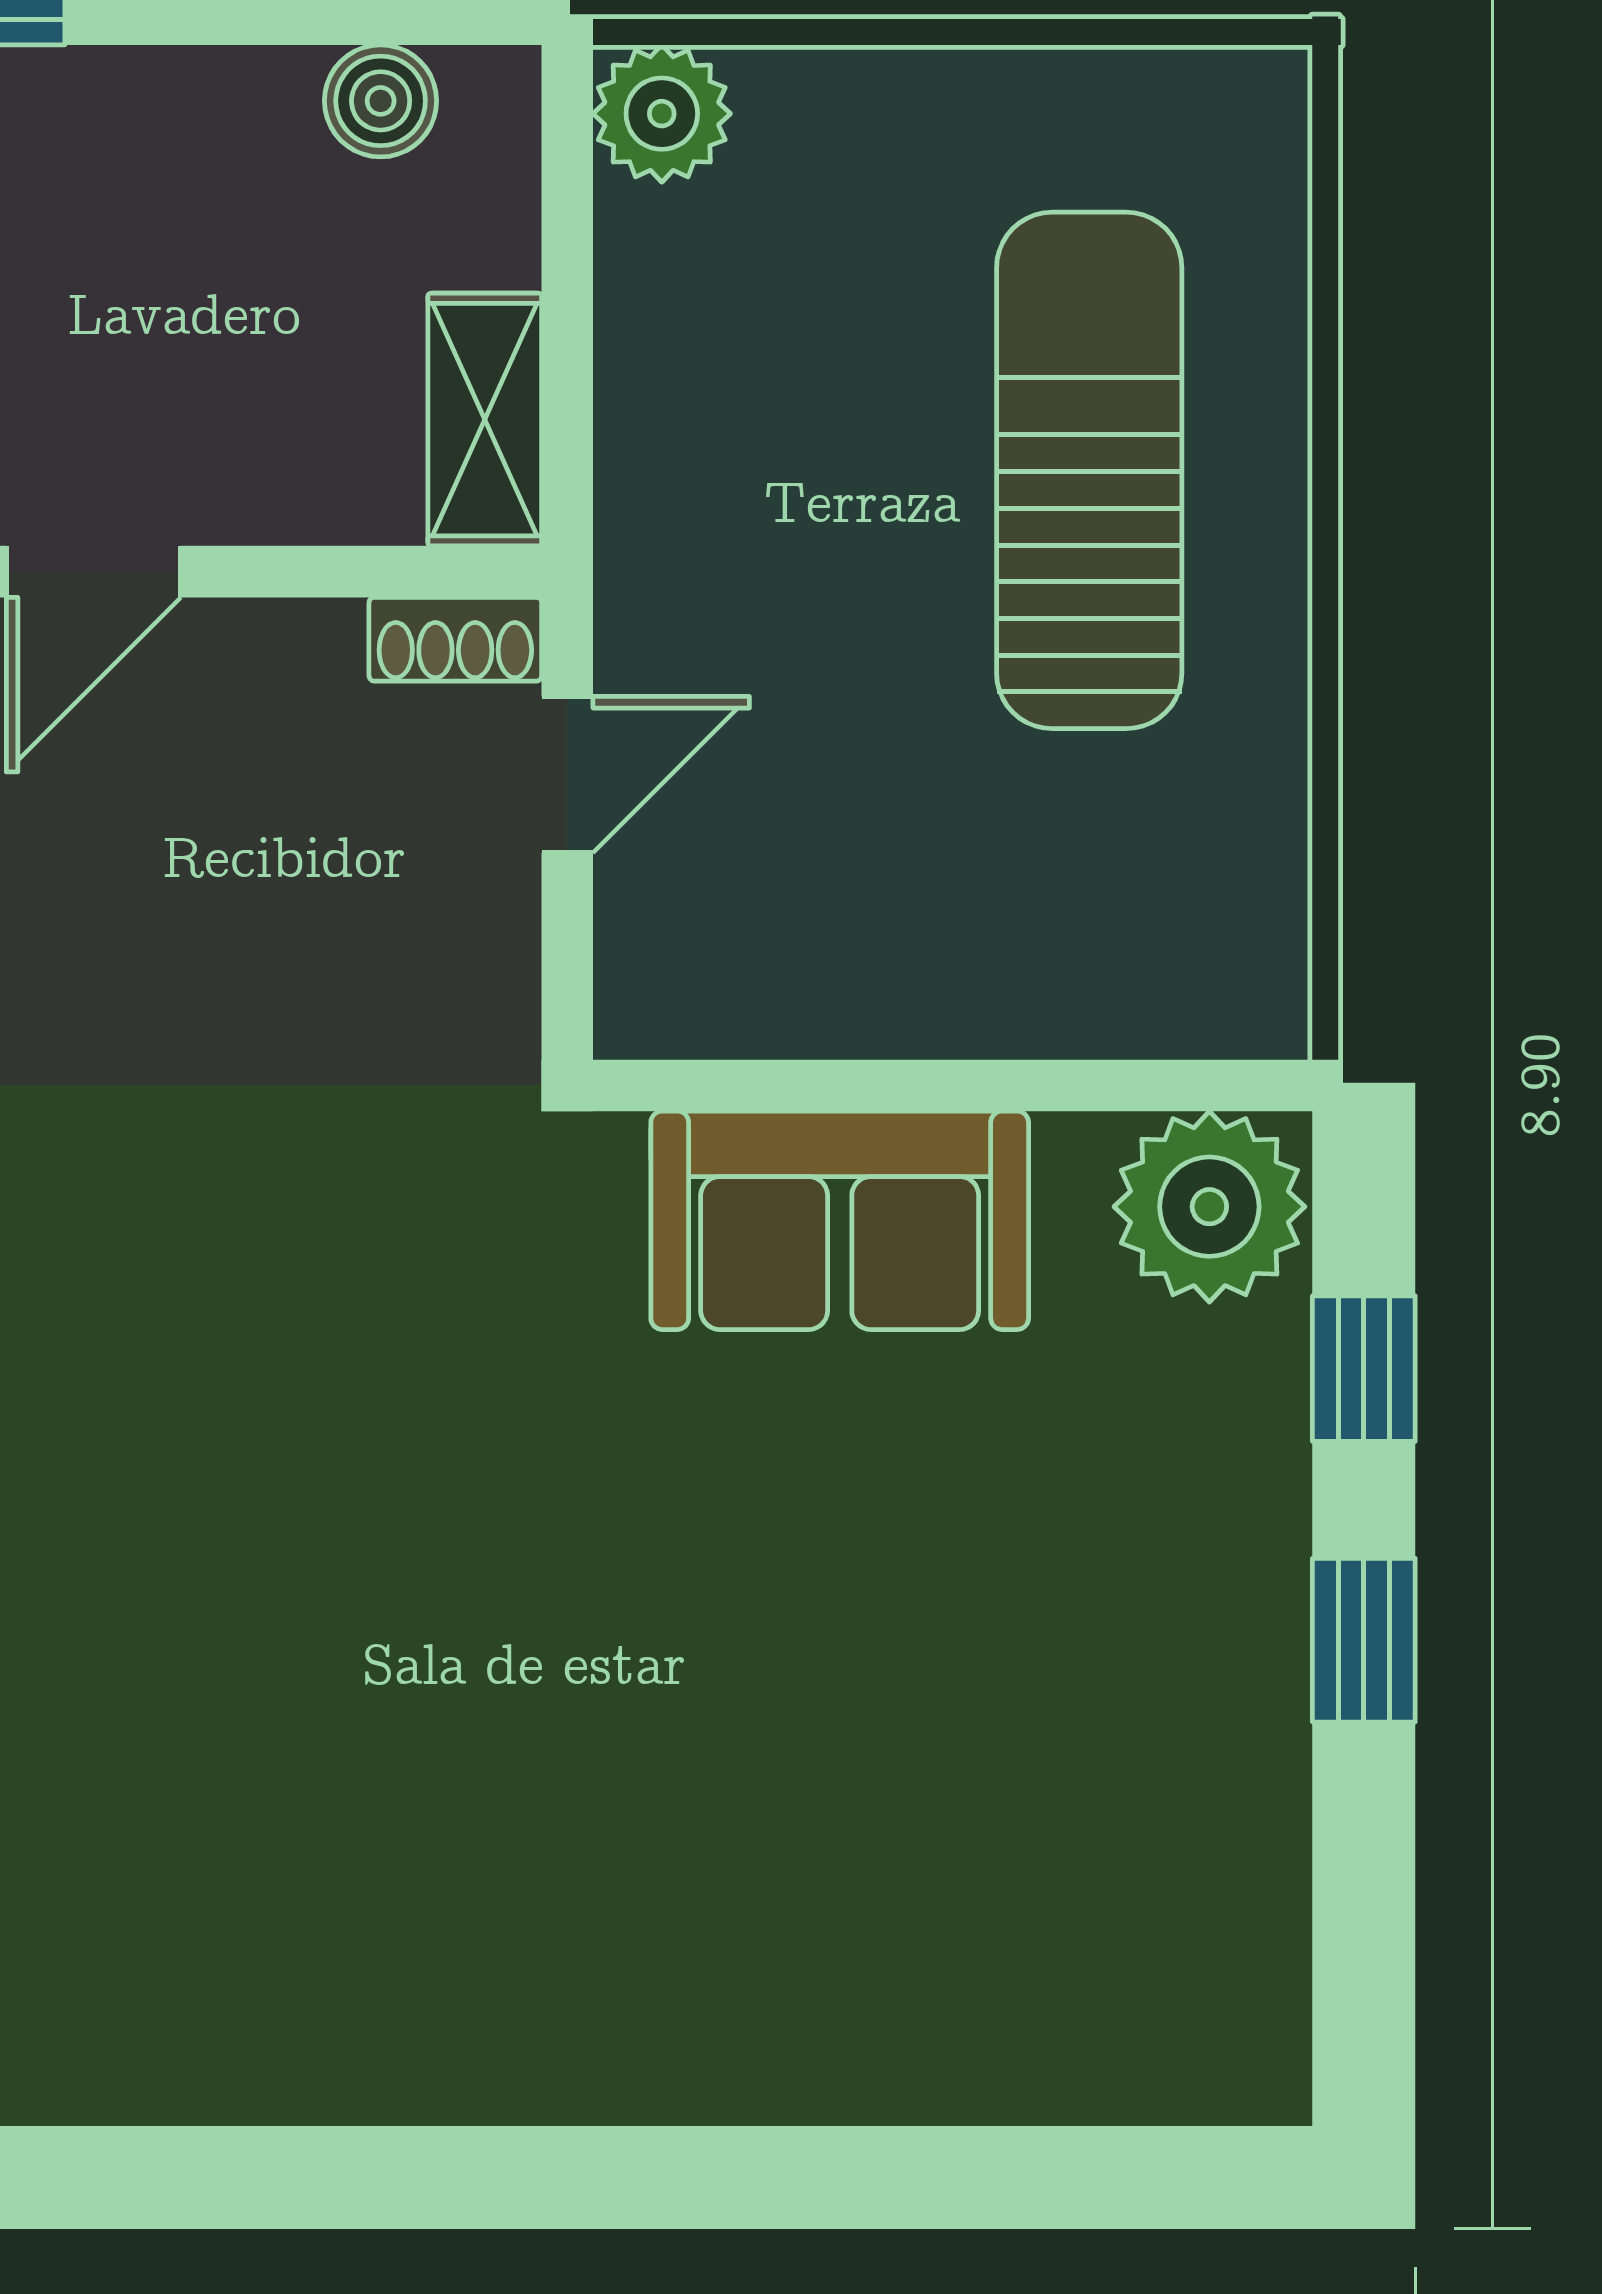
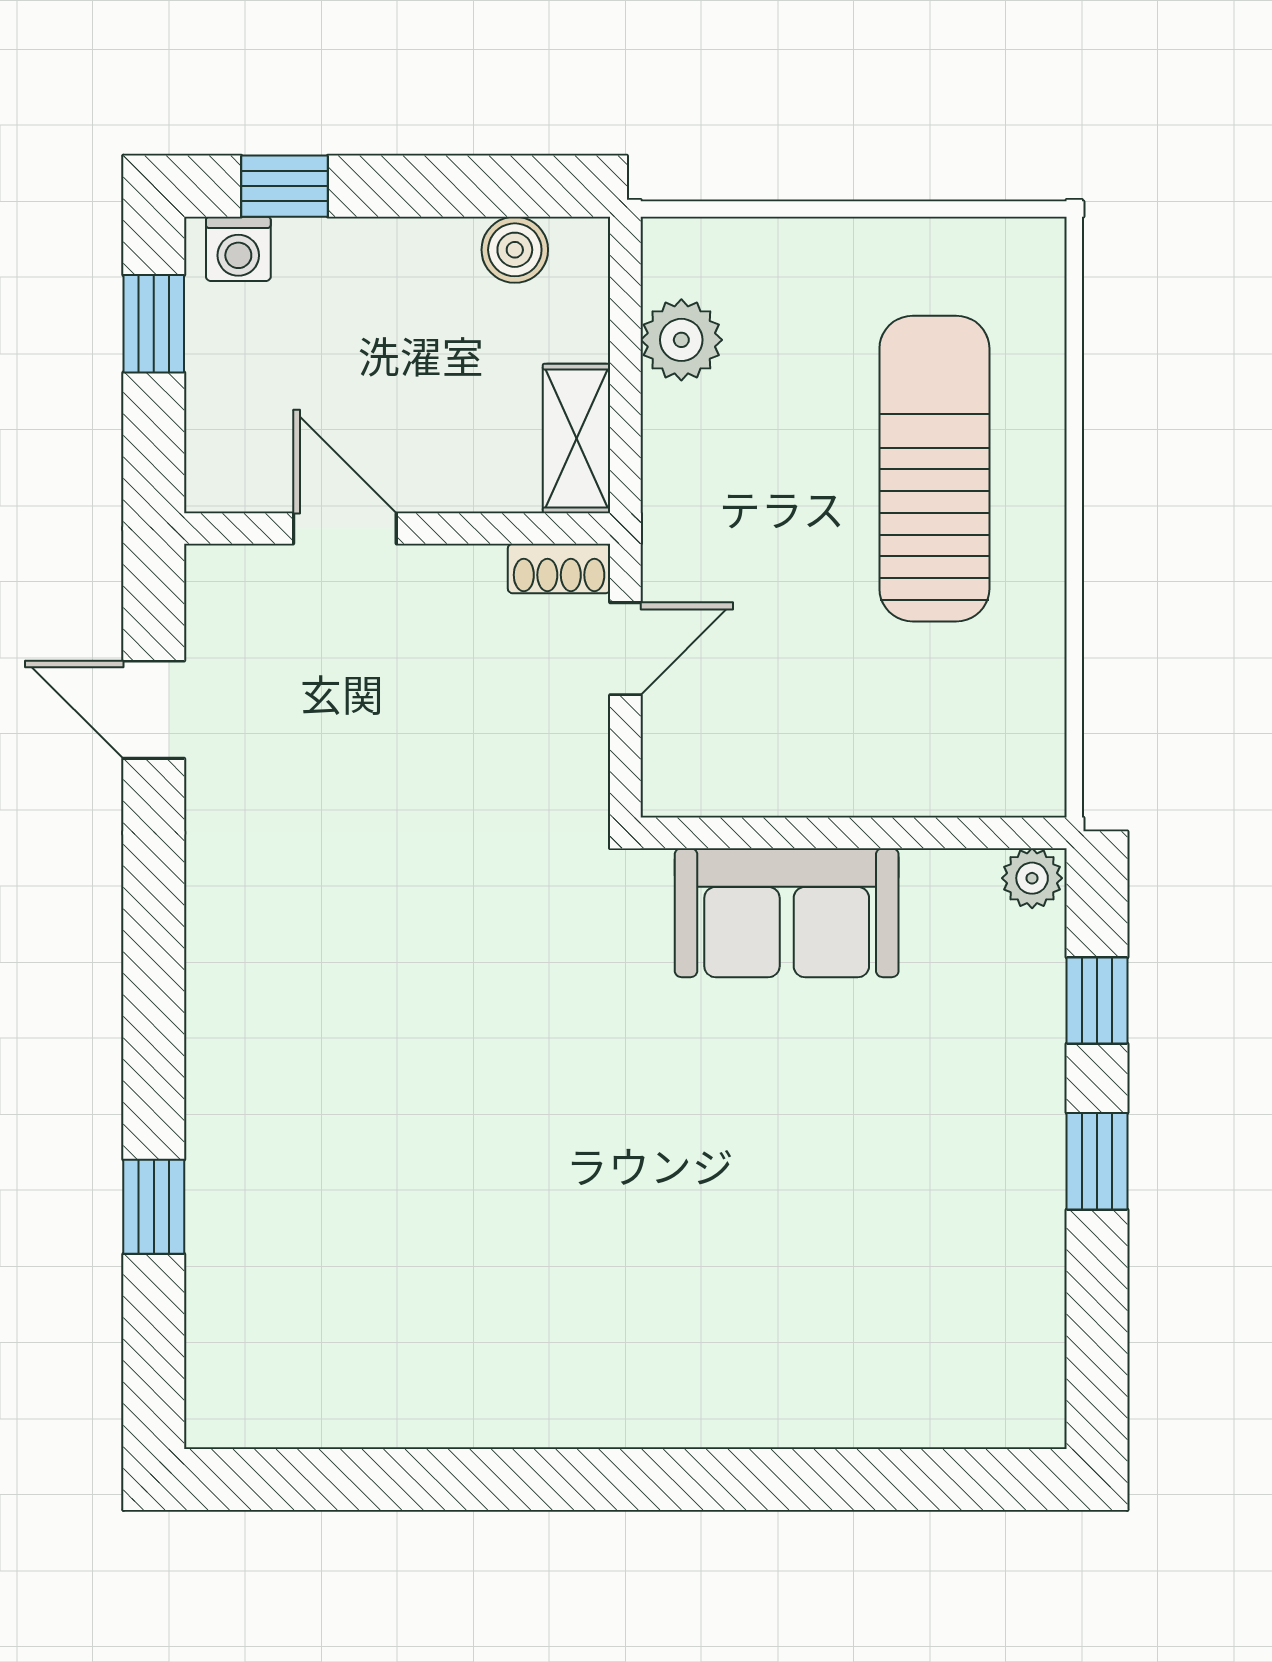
plant: (662, 114) -> (681, 340), moved
door: (94, 572) -> (345, 528), swing flipped
plant: (1209, 1207) -> (1032, 878), width x0.53, depth x0.53

